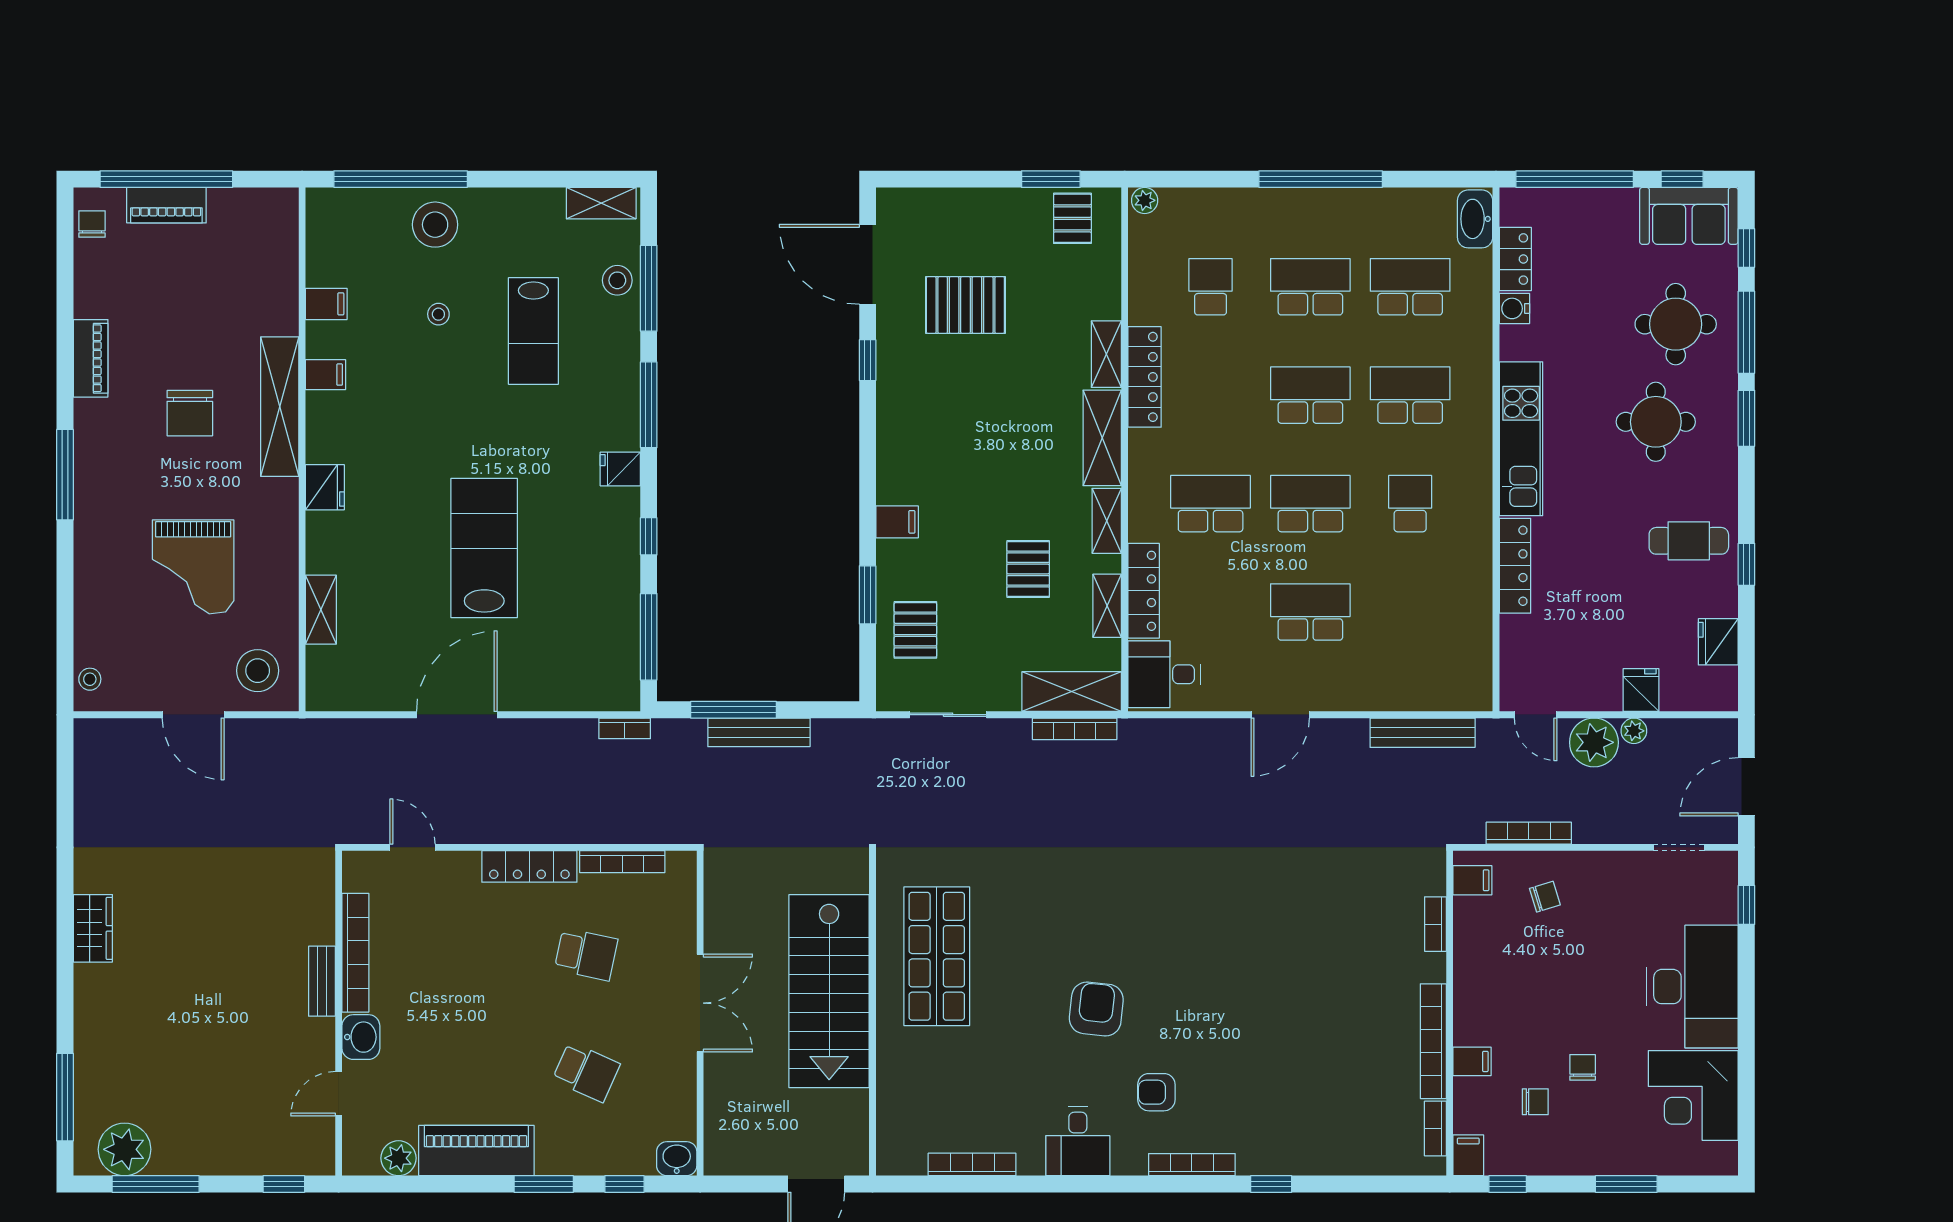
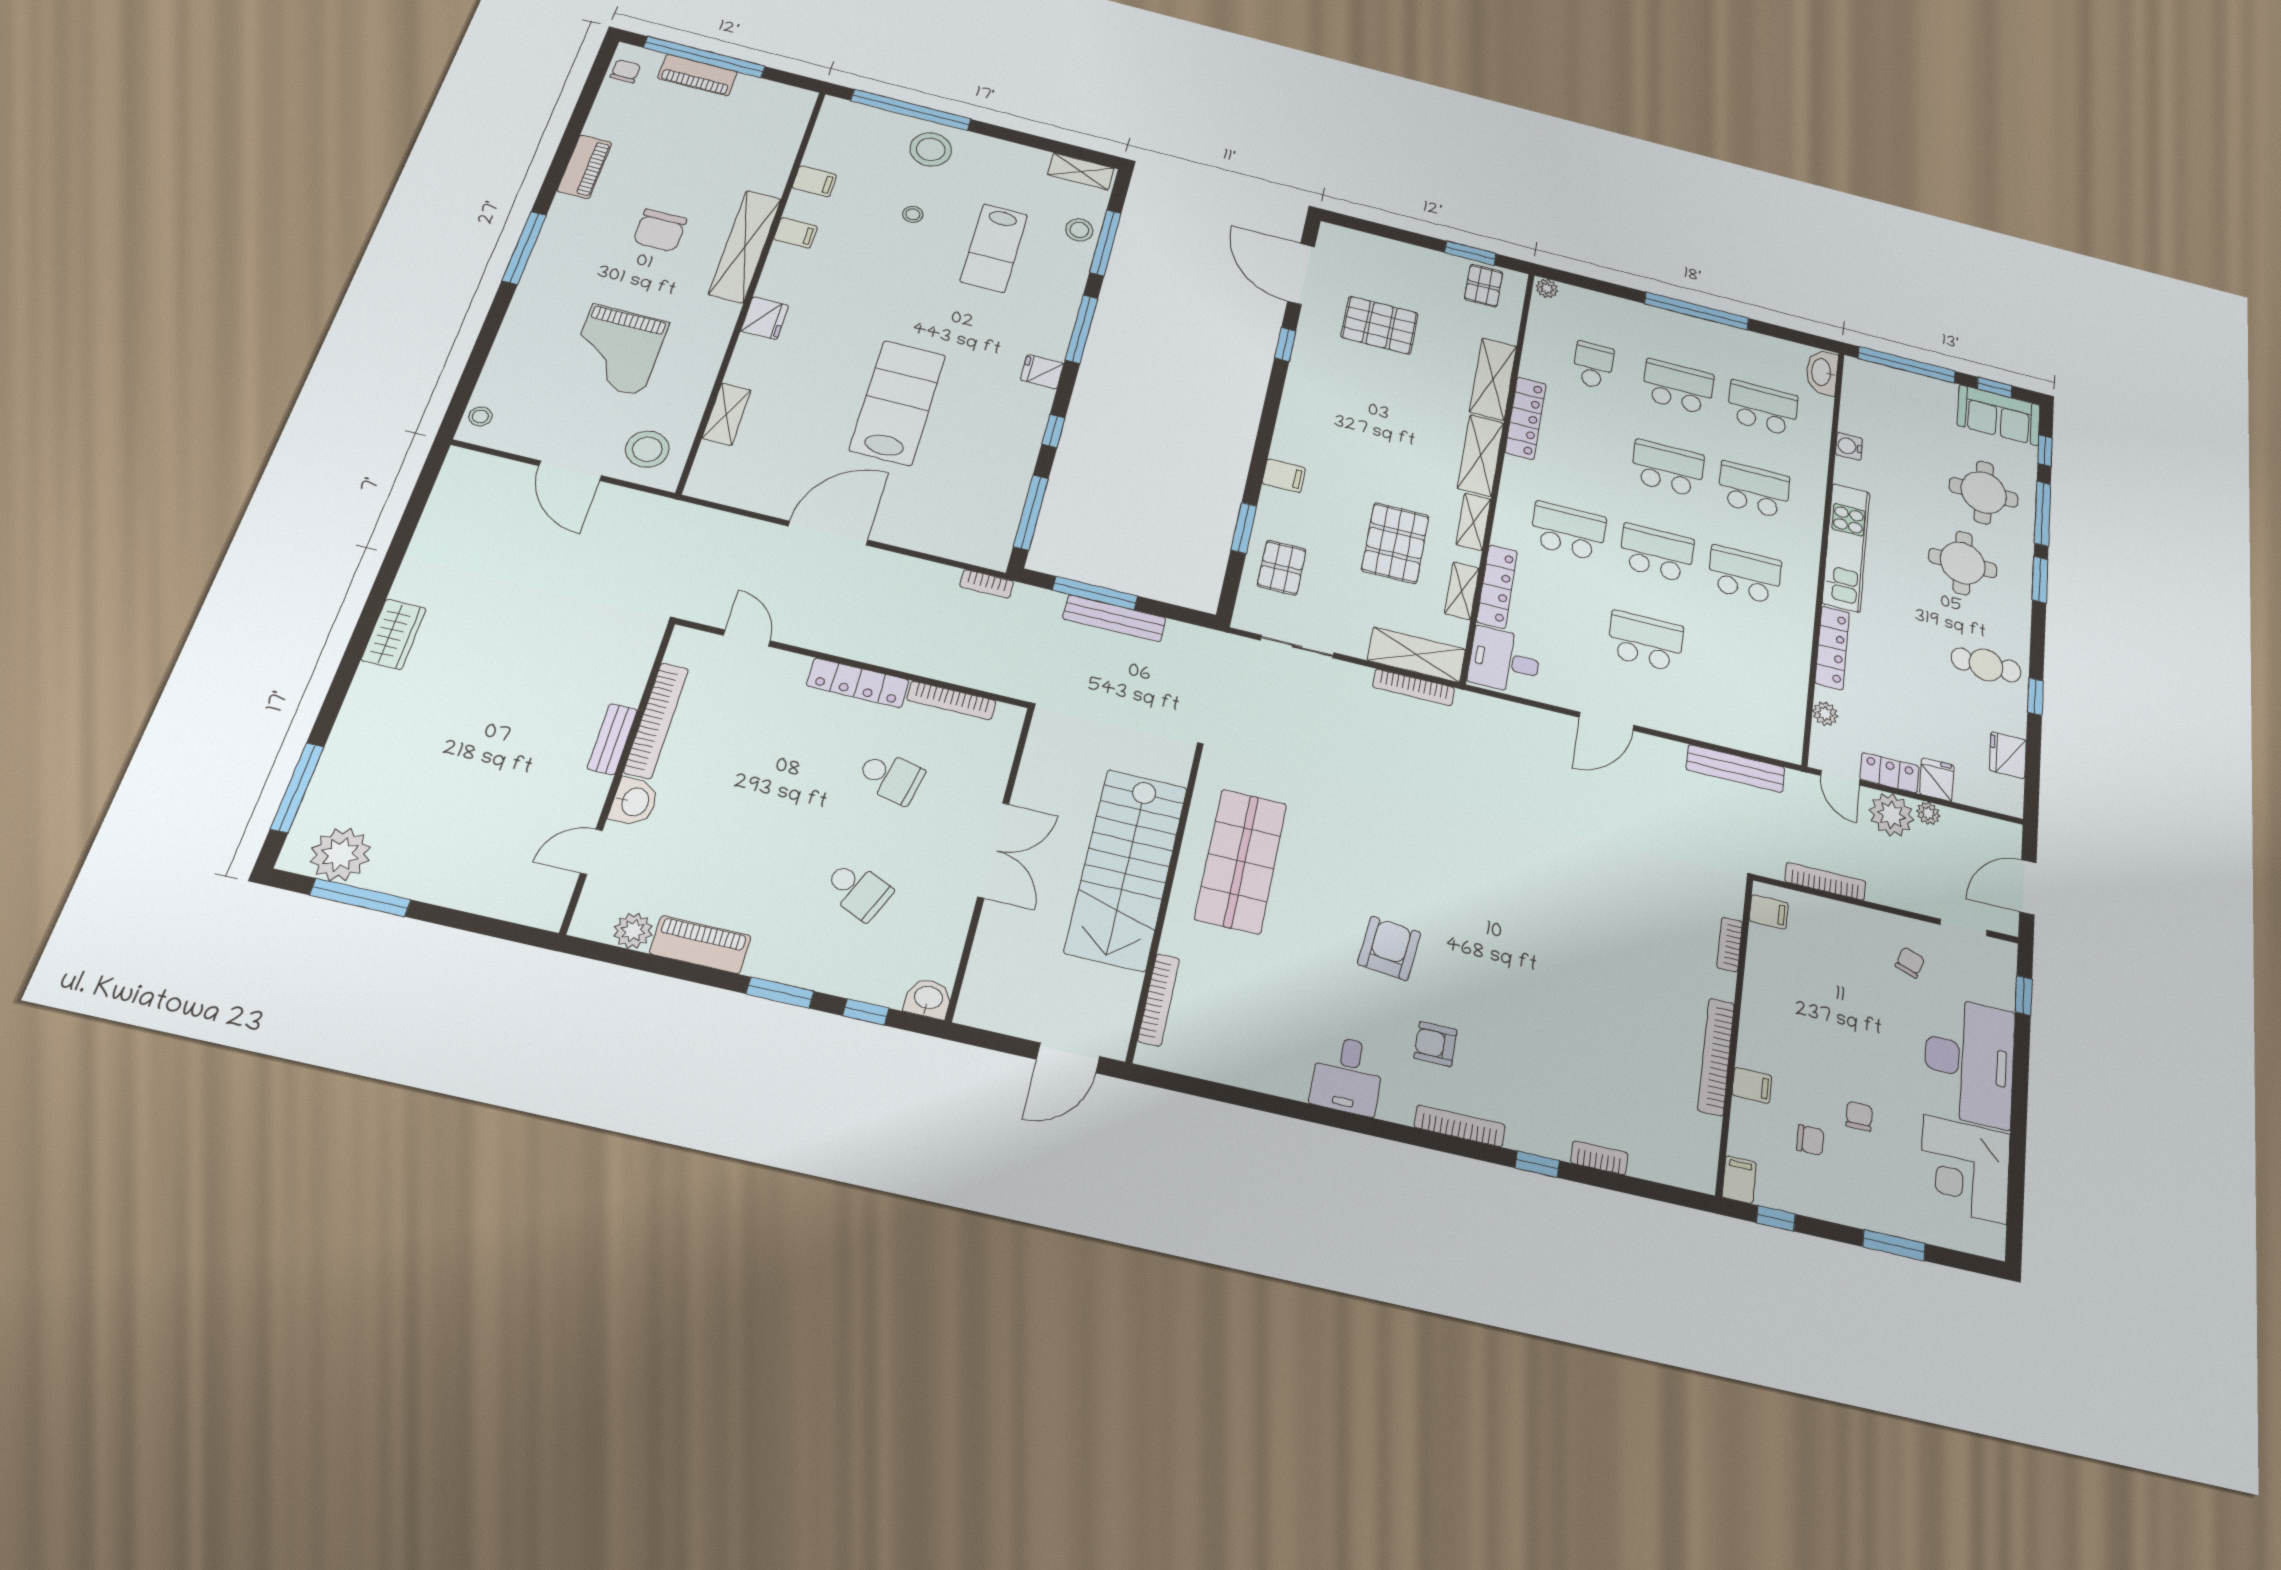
locker: (1515, 259) -> (1889, 773), moved, turned -90
shelving: (1106, 354) -> (1493, 379), width x1.50, depth x1.33
school desk: (1410, 504) -> (1745, 575), width x1.85
pallet: (1028, 569) -> (1395, 543), width x1.50, depth x1.42
plant: (1513, 645) -> (1825, 714), added
chair: (1545, 897) -> (1910, 962), moved, turned -54
bookcase: (1435, 1128) -> (1599, 1158), moved, turned 90
piano: (476, 1151) -> (700, 945), width x0.73, depth x0.75
bookcase: (972, 1164) -> (1159, 1000), moved, turned 90
window: (284, 1184) -> (500, 929), removed

